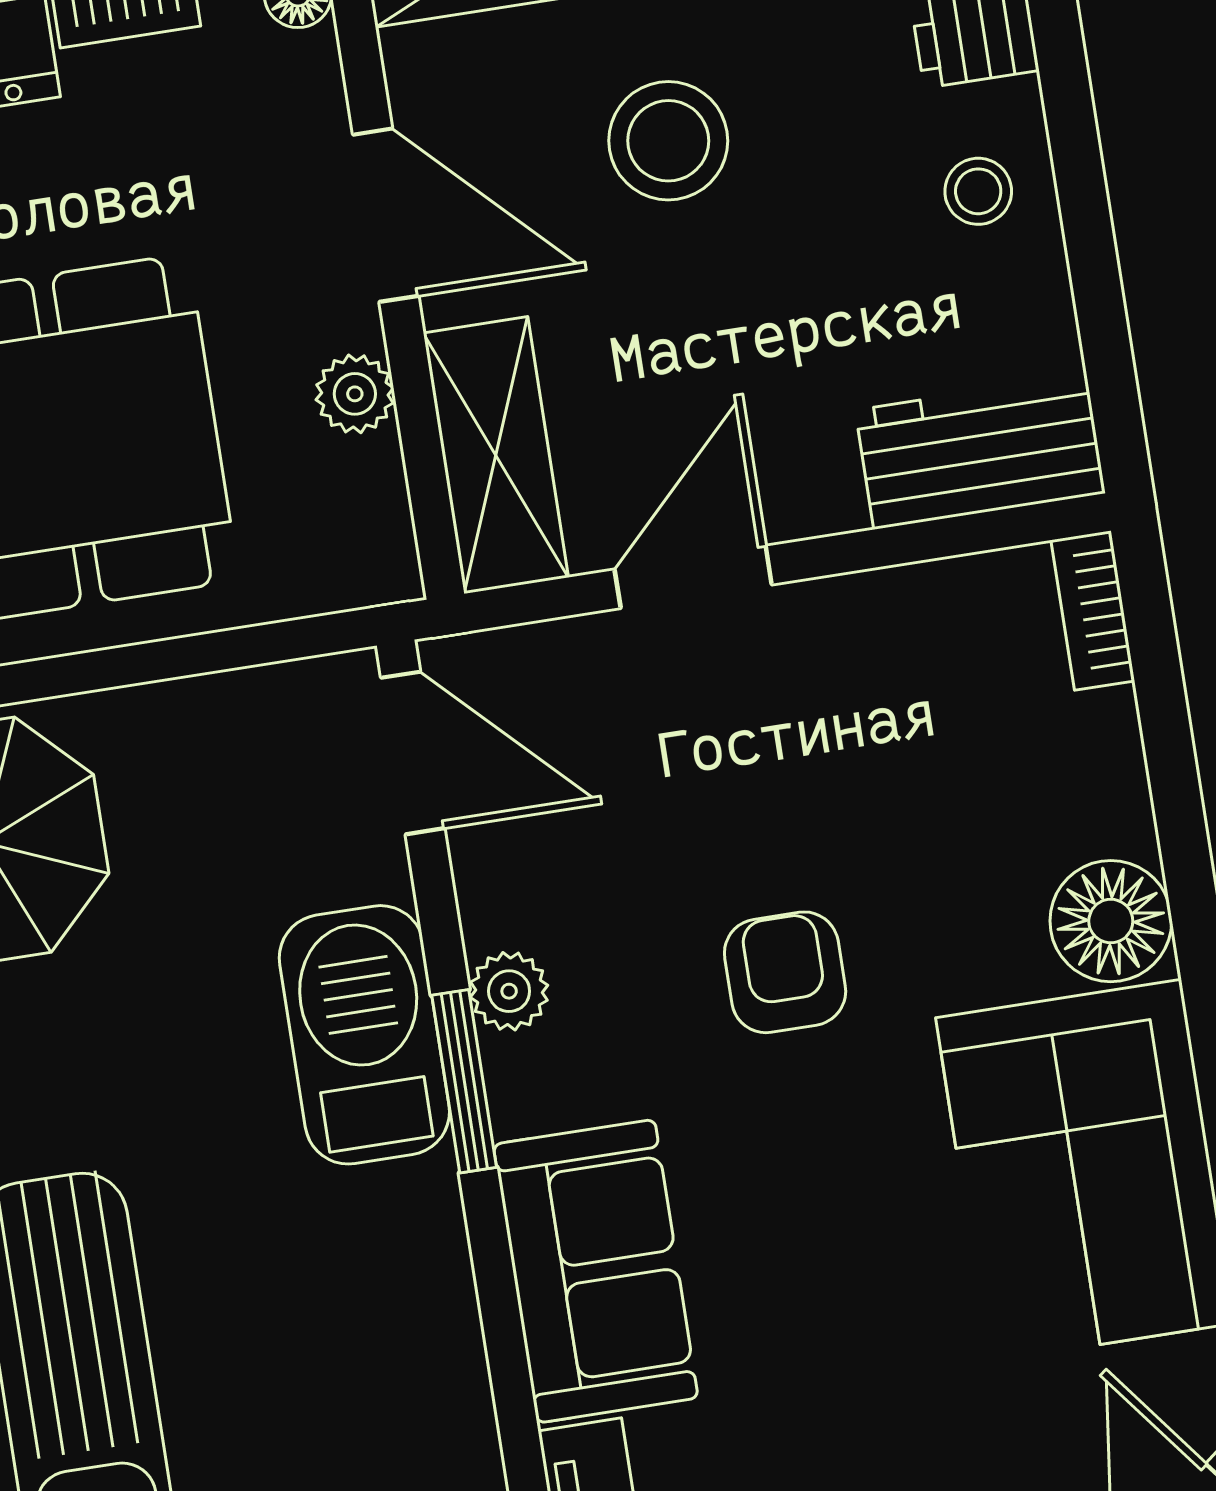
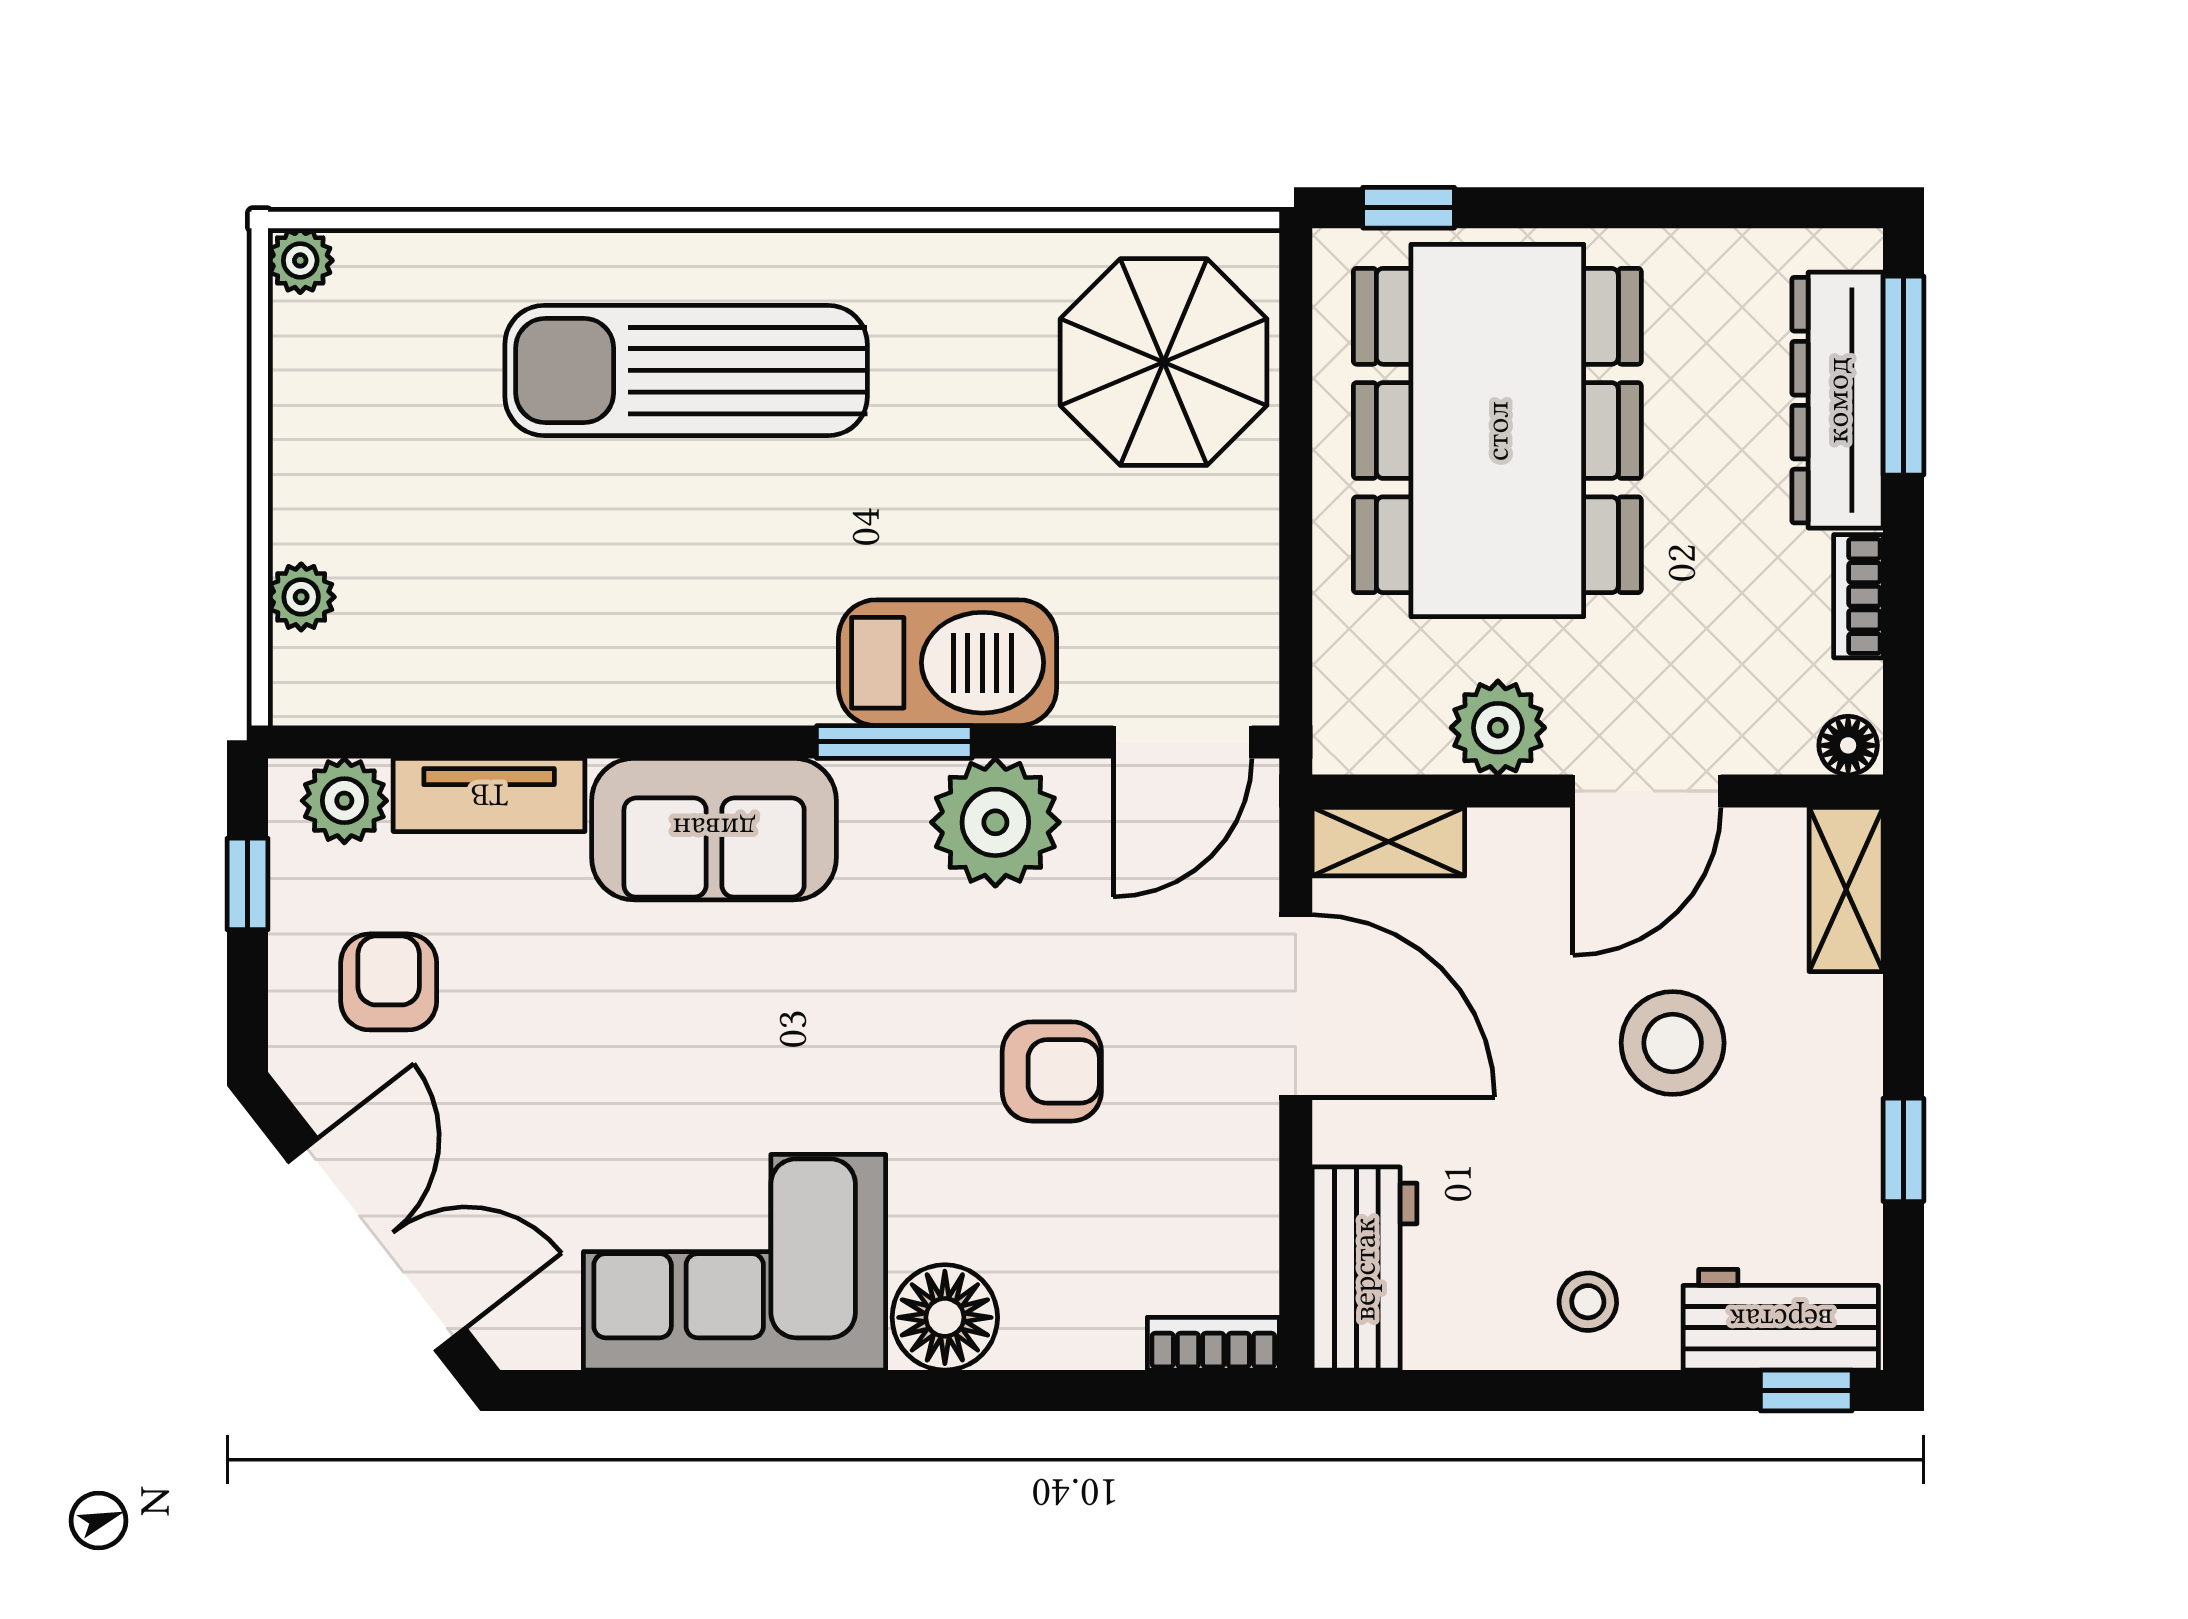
plant: (355, 394) -> (1498, 728), width x1.38, depth x1.38
shelving: (496, 455) -> (1388, 842), width x0.67, depth x0.75
door: (693, 577) -> (1296, 1006), width x1.36
armchair: (785, 972) -> (1052, 1071), moved
plant: (509, 991) -> (995, 822), width x1.88, depth x1.88

